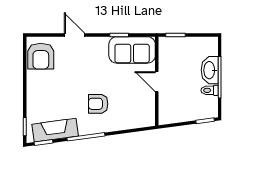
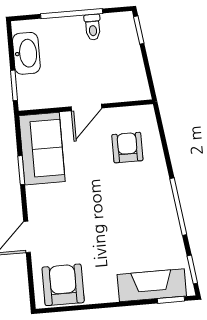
armchair: (41, 56) -> (63, 285), turned -90
washbasin: (210, 70) -> (26, 53), moved, turned -90
armchair: (98, 104) -> (127, 148), moved, turned 180
fireplace: (55, 130) -> (152, 285), moved, turned 98

